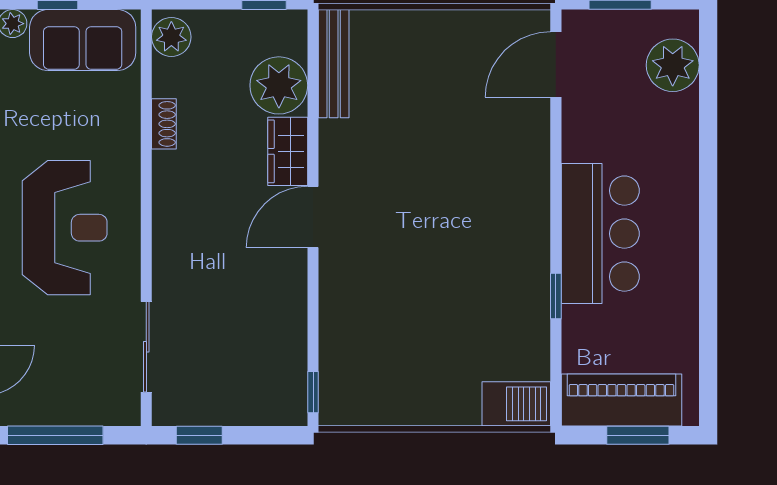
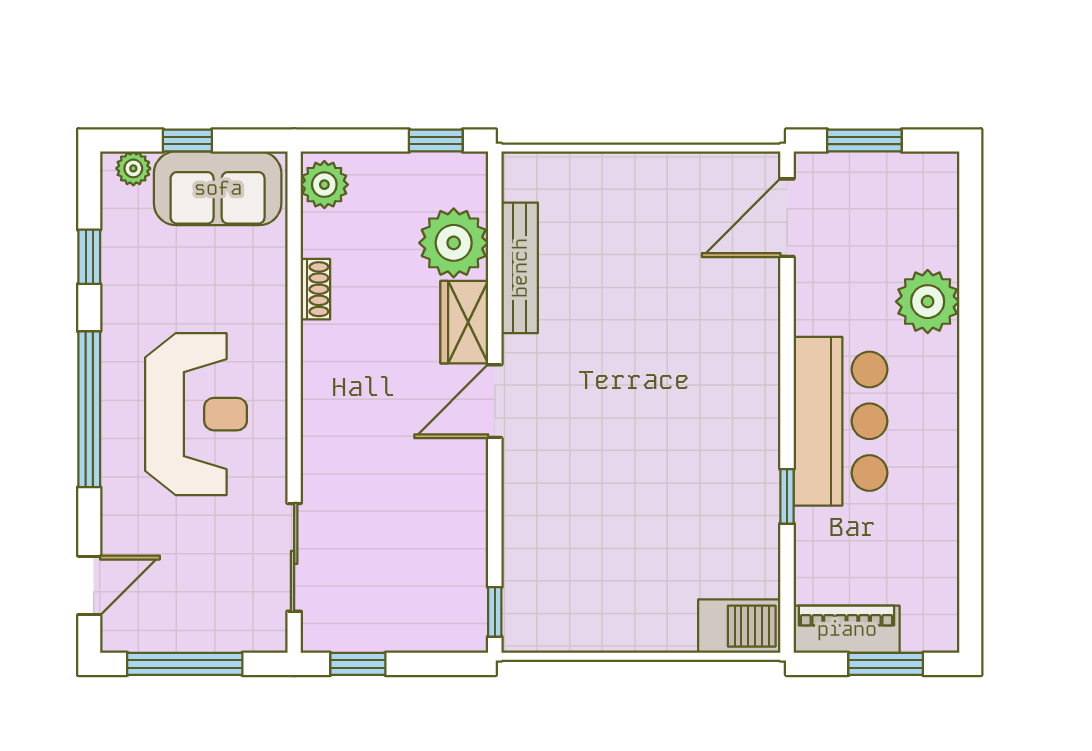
bench: (334, 64) -> (520, 268), moved
plant: (673, 65) -> (928, 302), moved
piano: (621, 400) -> (847, 629), width x0.73, depth x0.75

